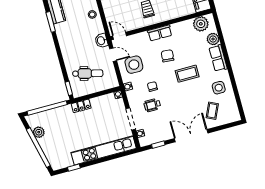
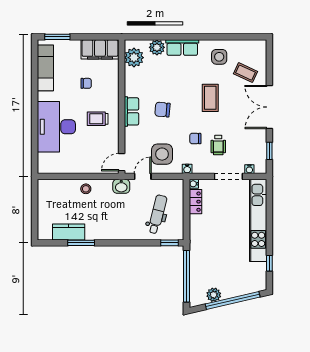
coffee table: (187, 74) -> (210, 98), moved
locker: (81, 106) -> (195, 202), moved

